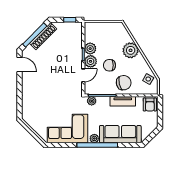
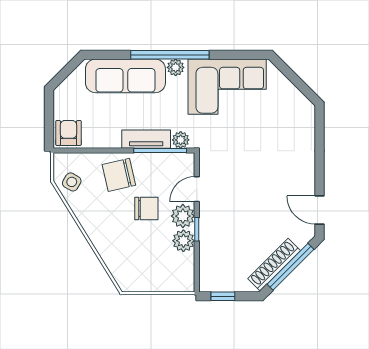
plant: (131, 50) -> (106, 237), removed
tv unit: (123, 101) -> (146, 139), moved

